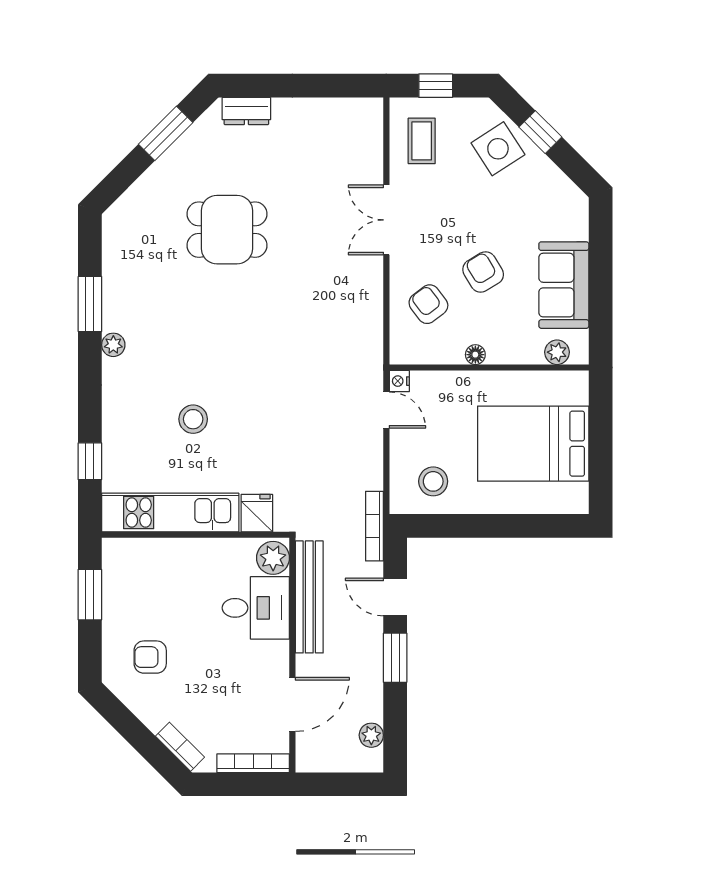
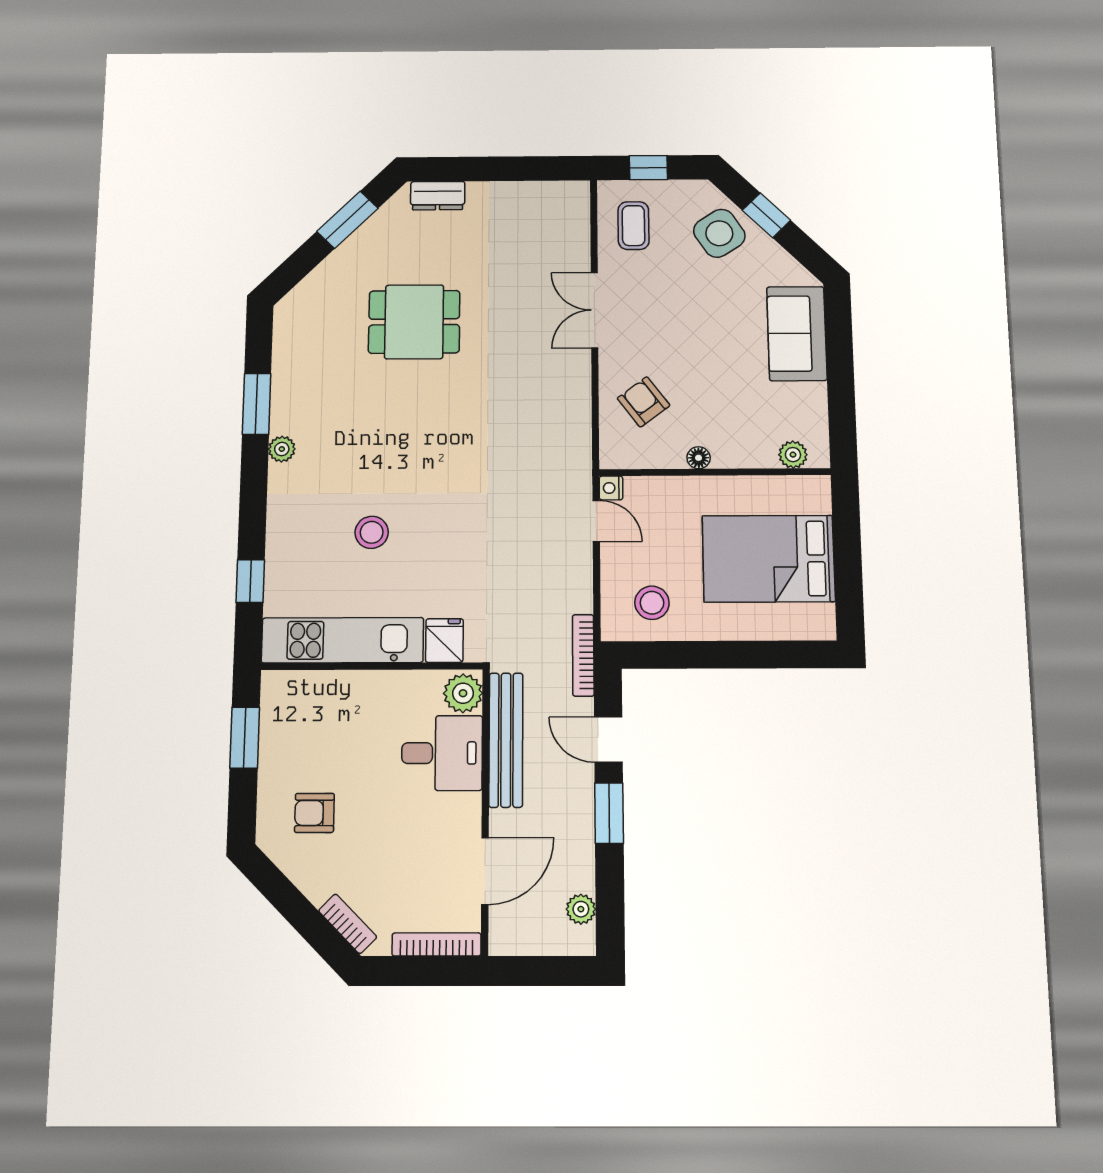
armchair: (483, 272) -> (706, 366), removed
sofa: (564, 285) -> (797, 334), moved

